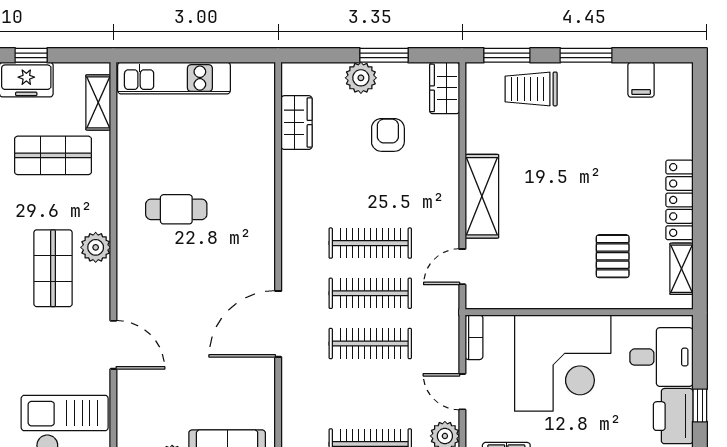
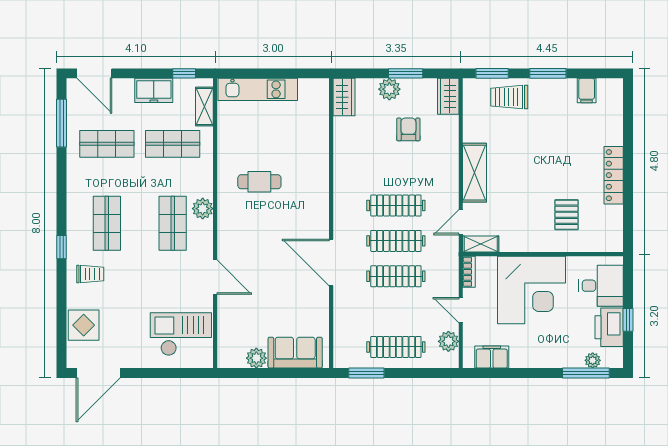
window: (31, 55) -> (184, 73), moved
wardrobe: (297, 123) -> (344, 97), moved
shelving: (681, 269) -> (481, 244), moved, turned 90
door: (278, 324) -> (331, 262), hinge flipped

